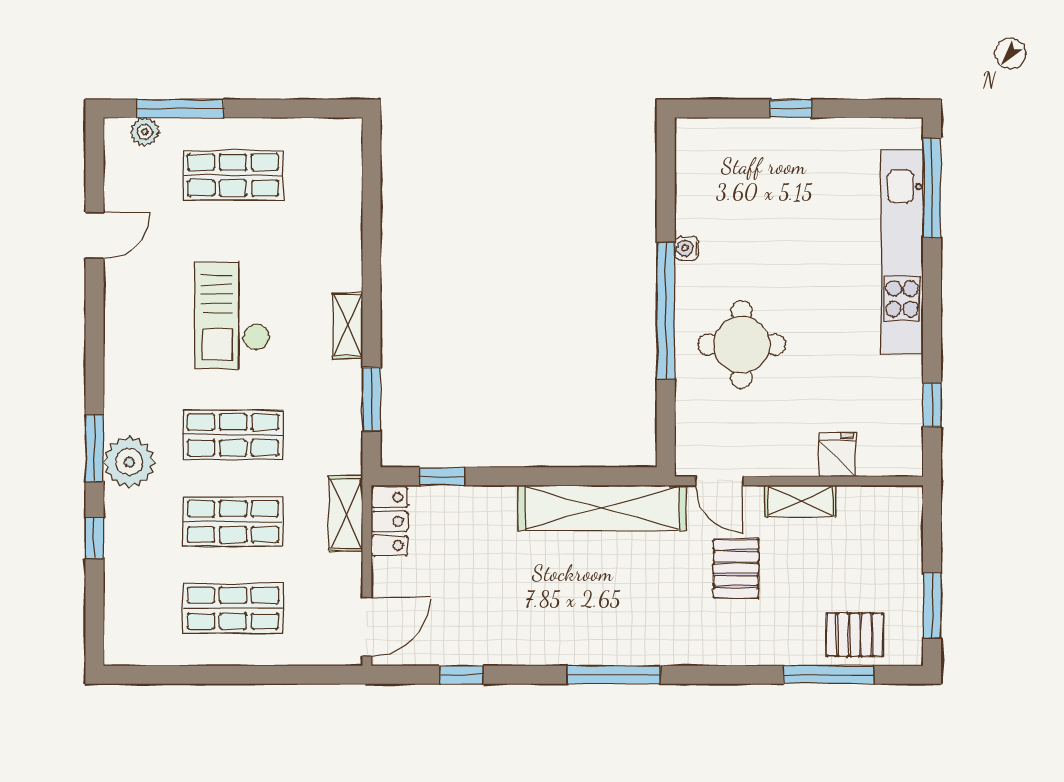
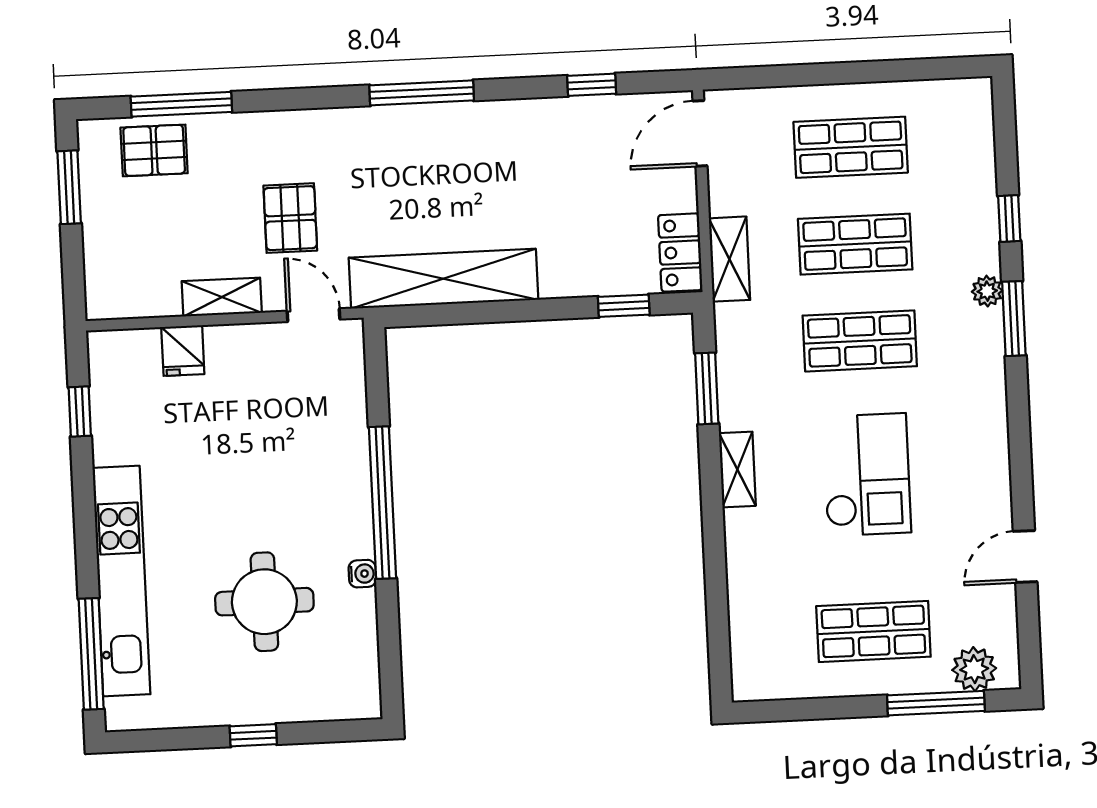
plant: (145, 132) -> (974, 669), width x1.38, depth x1.38
round table: (742, 345) -> (264, 602), moved
plant: (129, 462) -> (987, 291), width x0.53, depth x0.53

